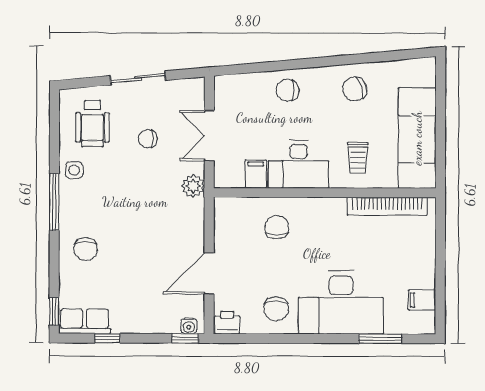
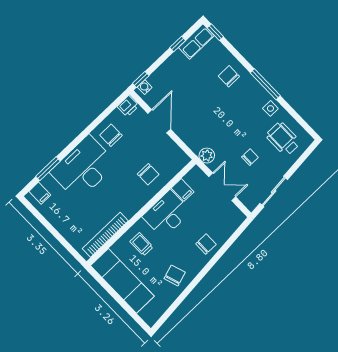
sliding door: (138, 78) -> (274, 191), moved
filing cabinet: (422, 300) -> (40, 193), moved, turned 90

